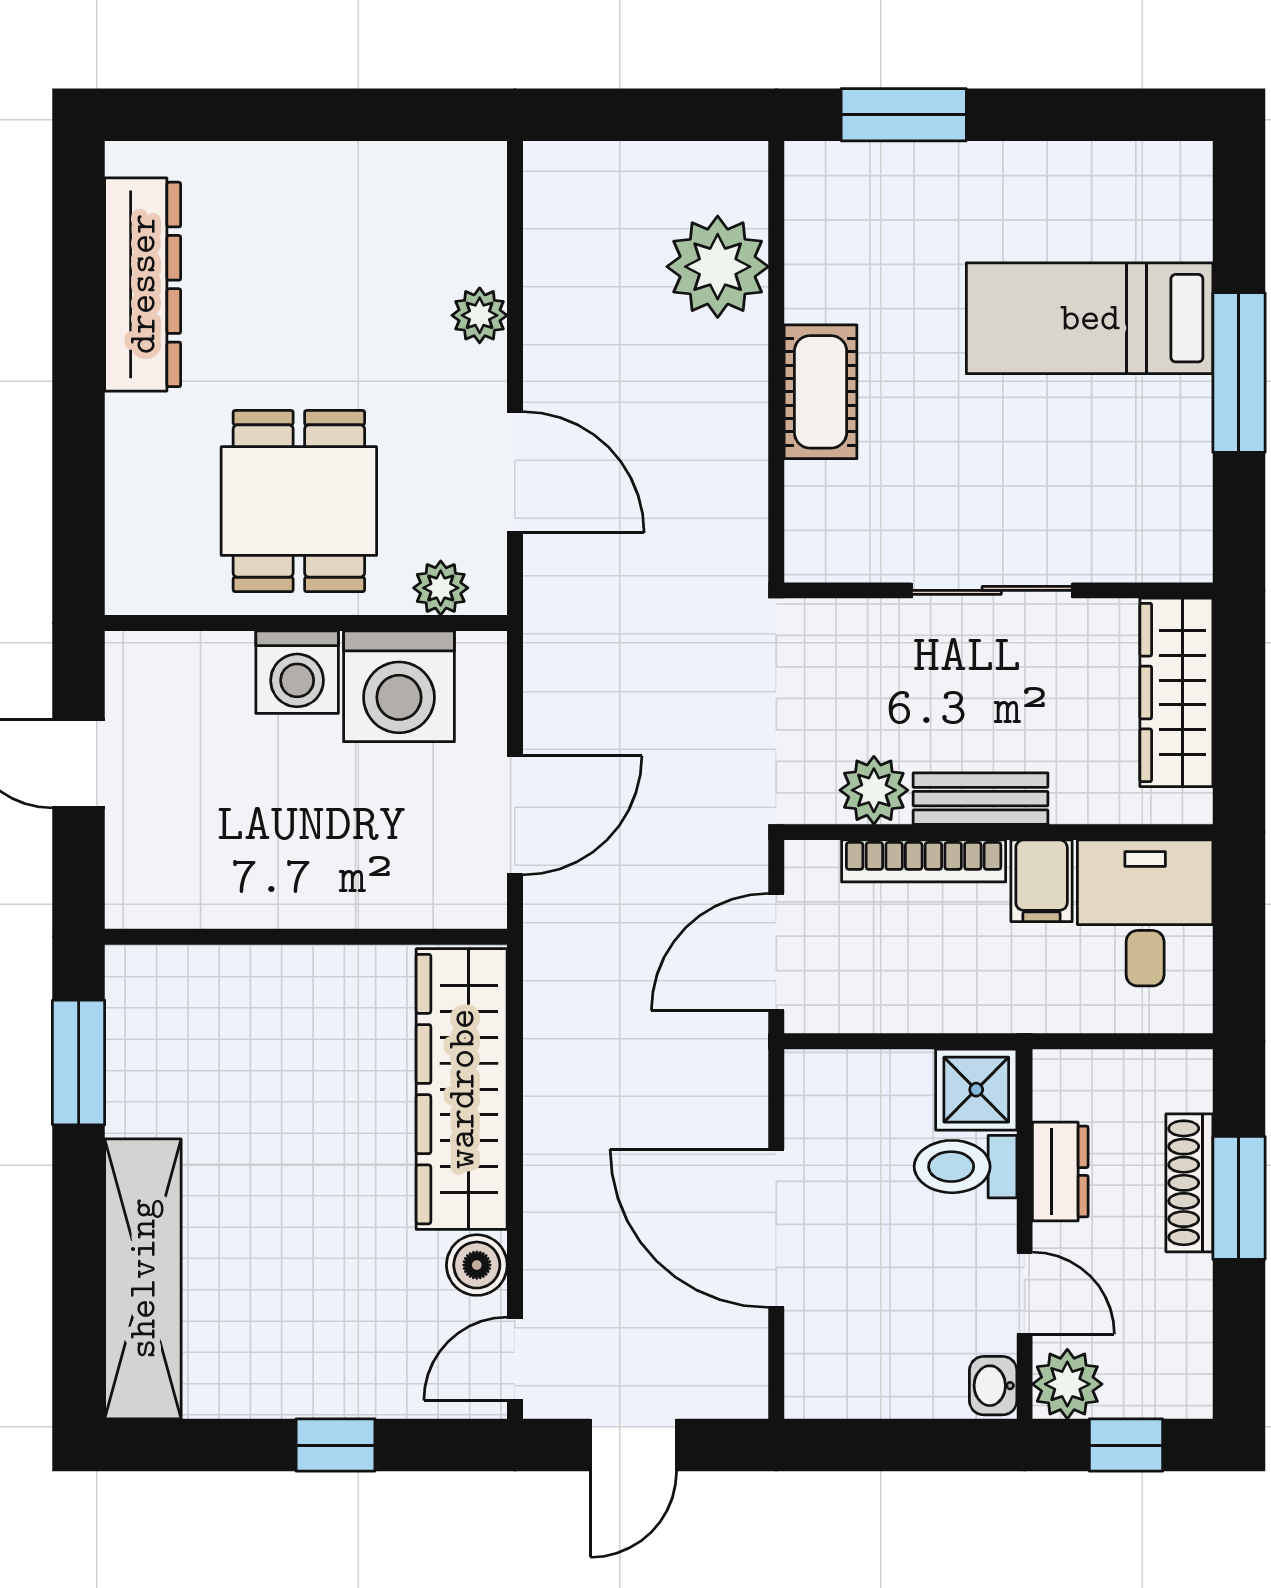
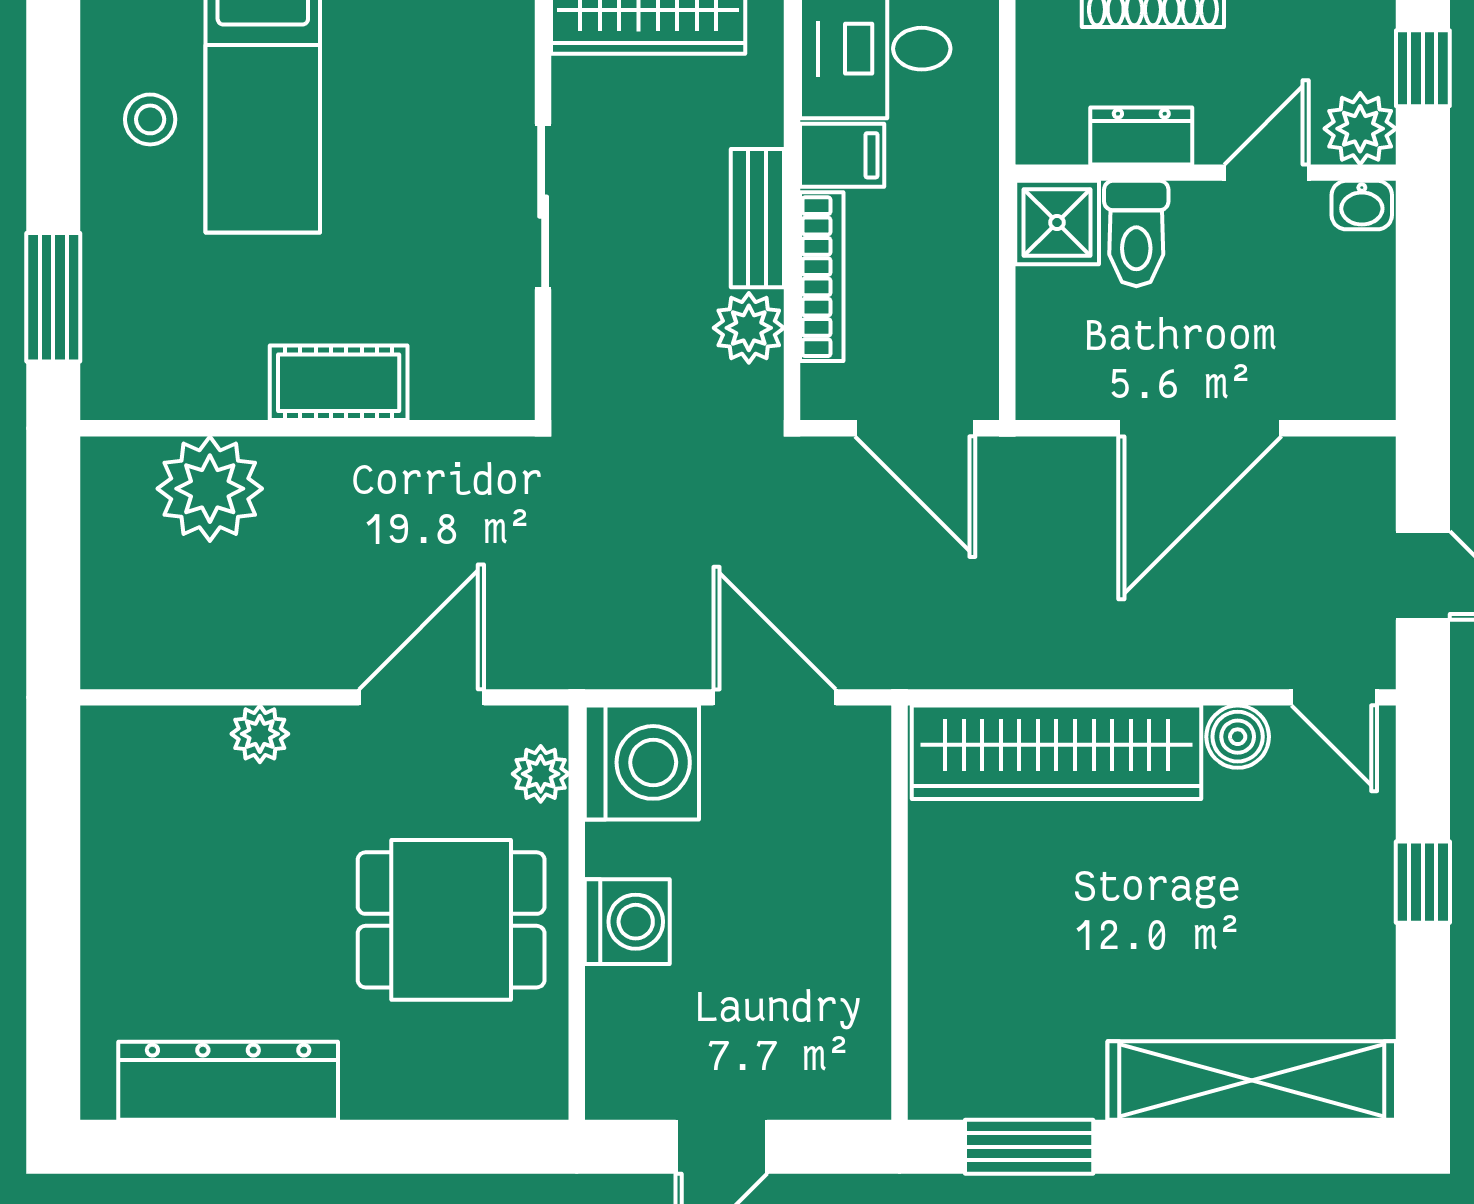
stool: (1076, 209) -> (150, 119), added
washing machine: (399, 686) -> (642, 762), moved

